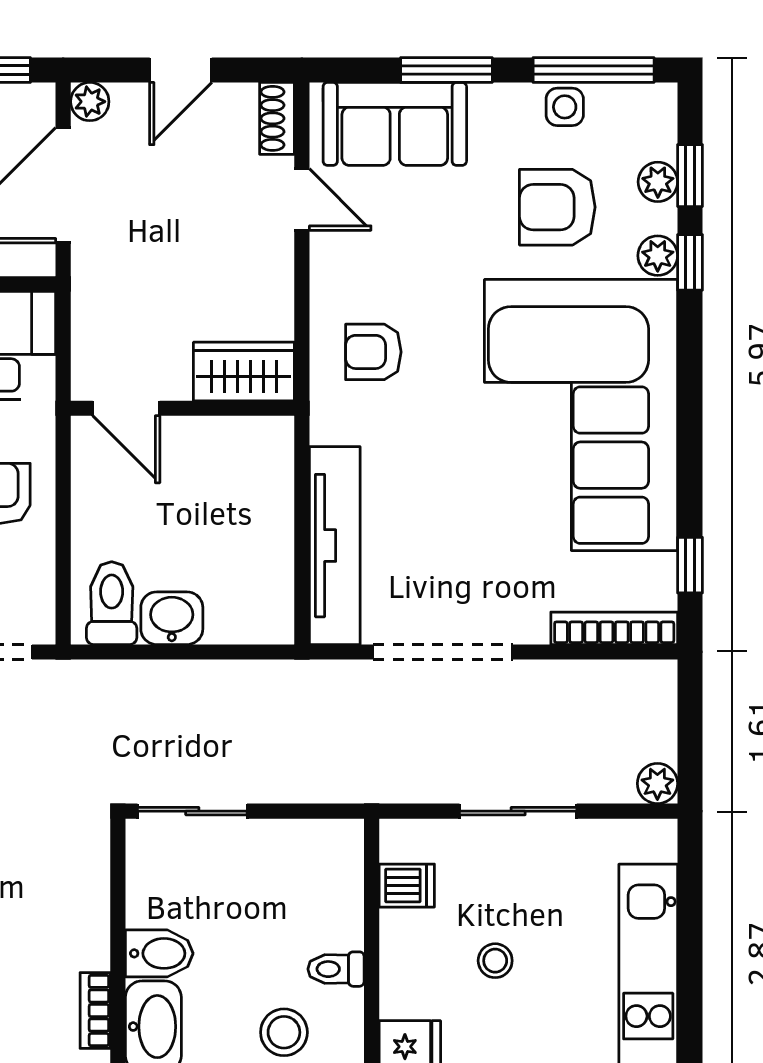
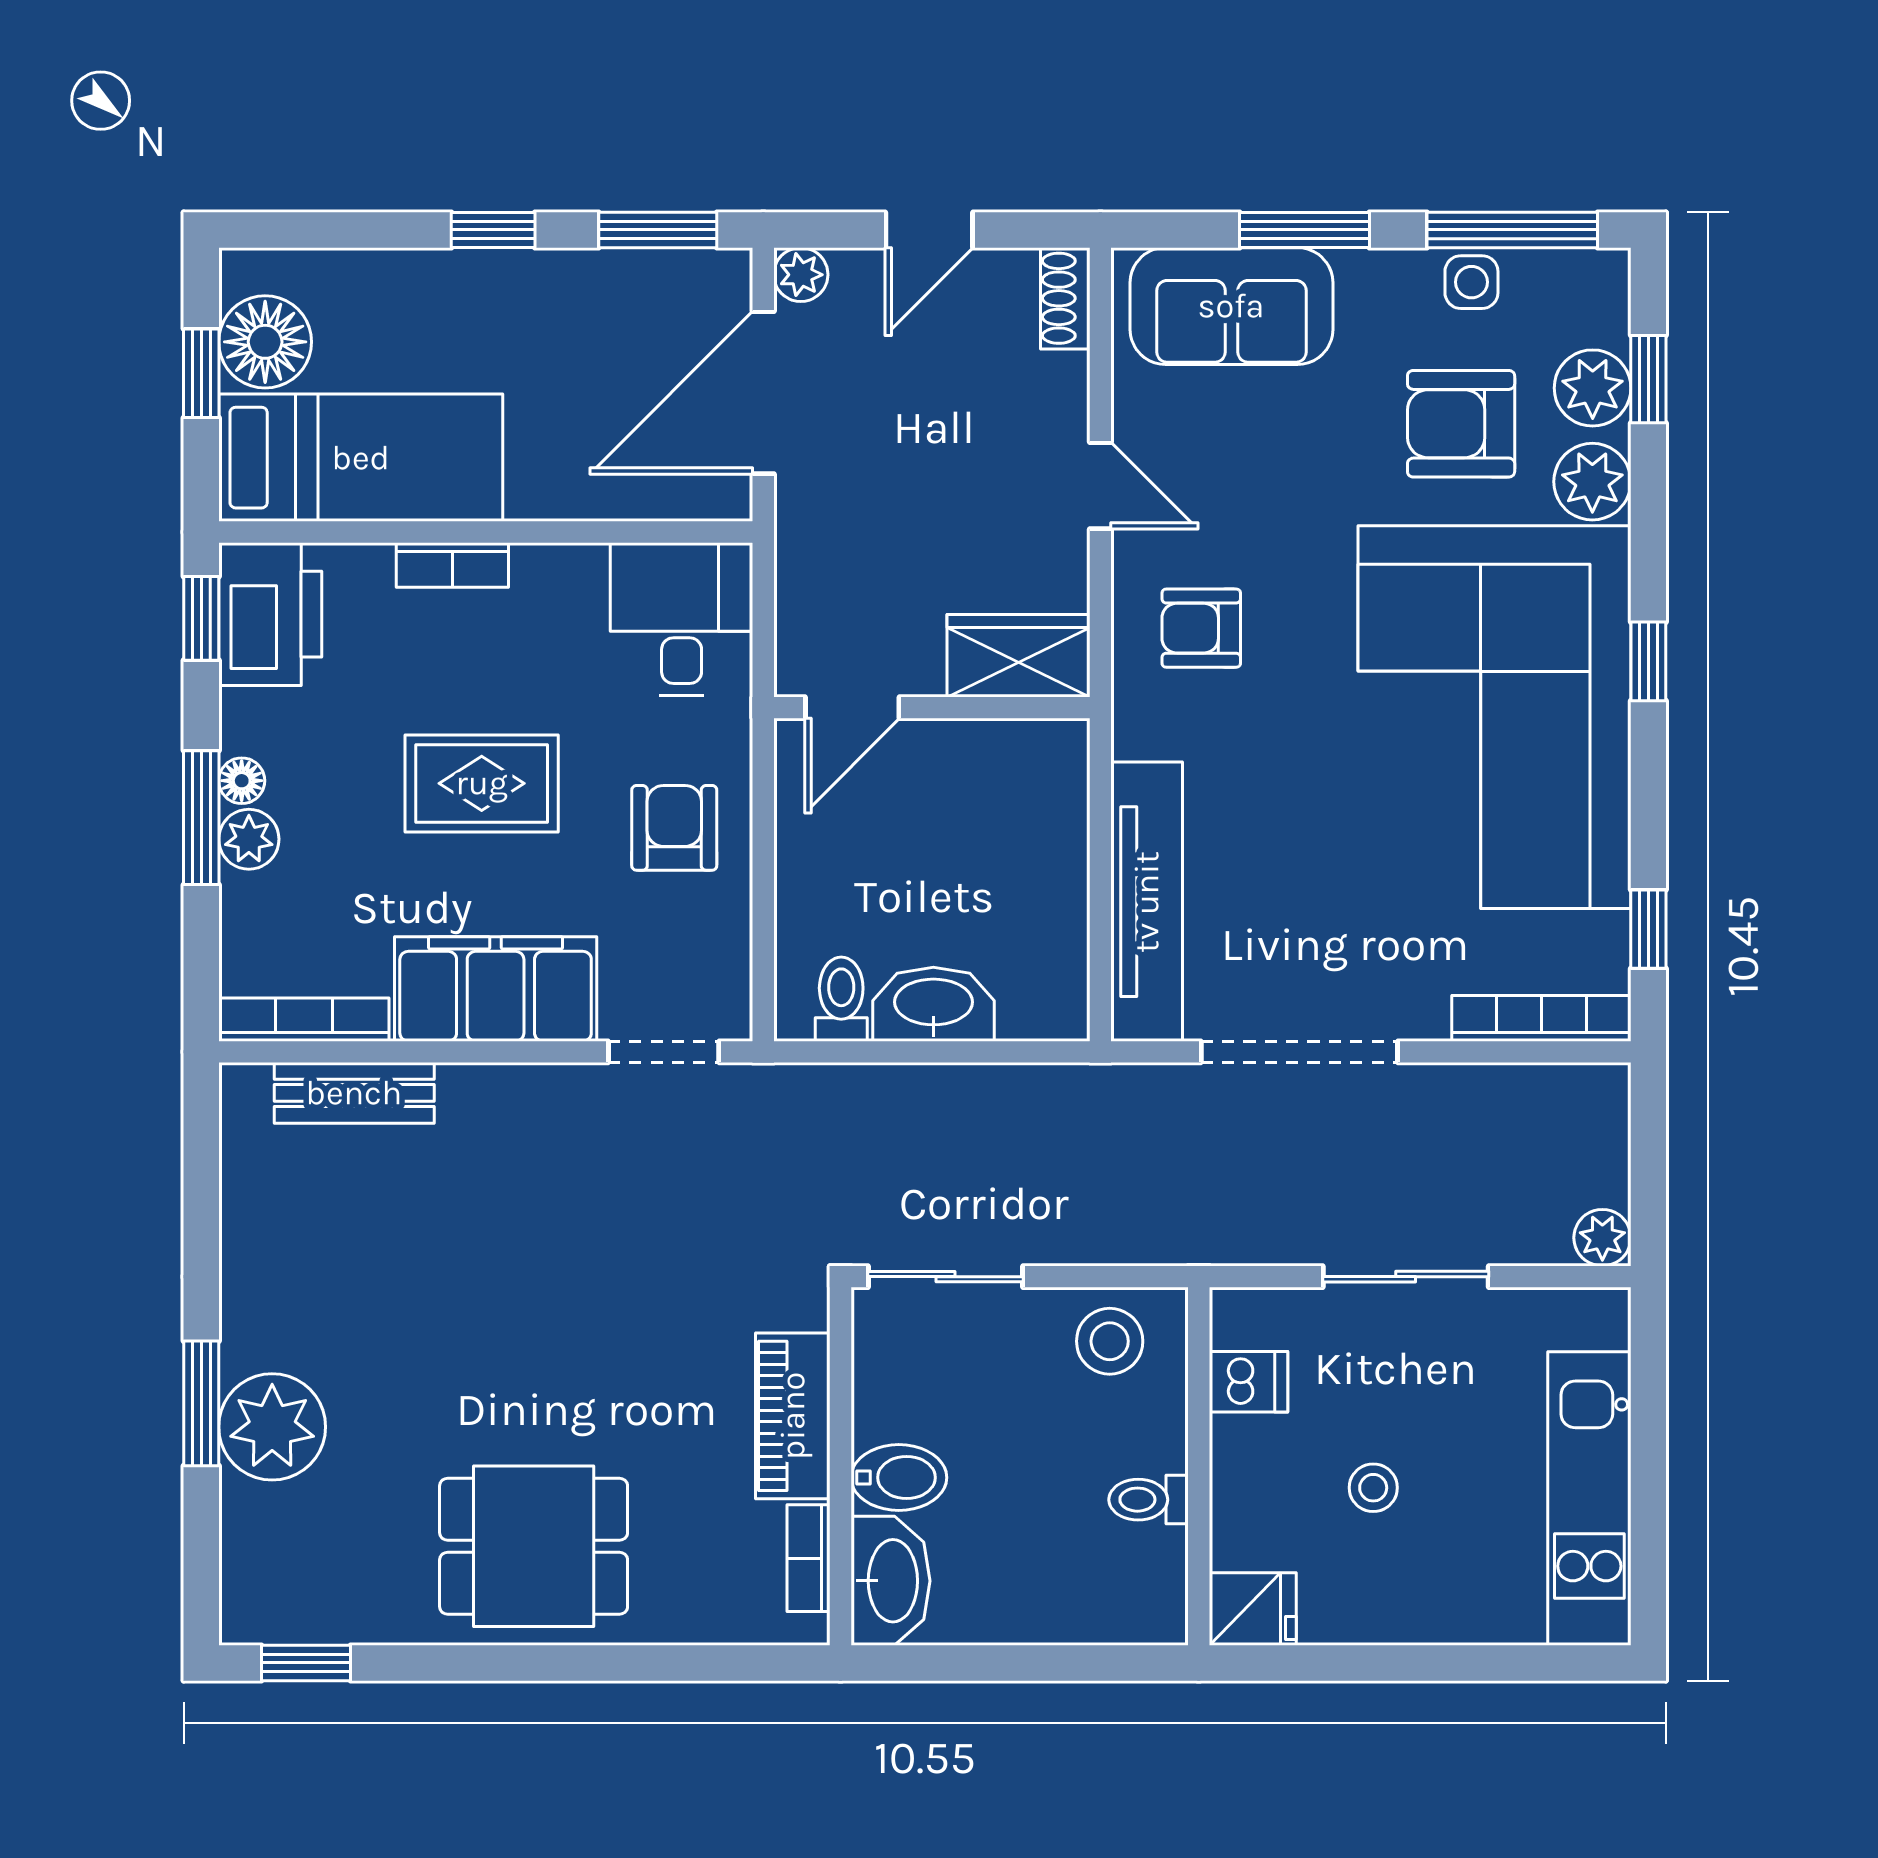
plant: (658, 182) -> (1593, 388), width x1.38, depth x1.38
door: (302, 200) -> (1100, 486), moved
plant: (658, 256) -> (1592, 482), width x1.38, depth x1.38
window: (690, 262) -> (1648, 661), moved
door: (126, 408) -> (852, 708), hinge flipped
toilet: (112, 603) -> (841, 999), width x0.73, depth x0.72
washbasin: (172, 618) -> (933, 1004), width x1.38
piano: (84, 910) -> (793, 1416), added
stool: (284, 1032) -> (1110, 1341), moved

